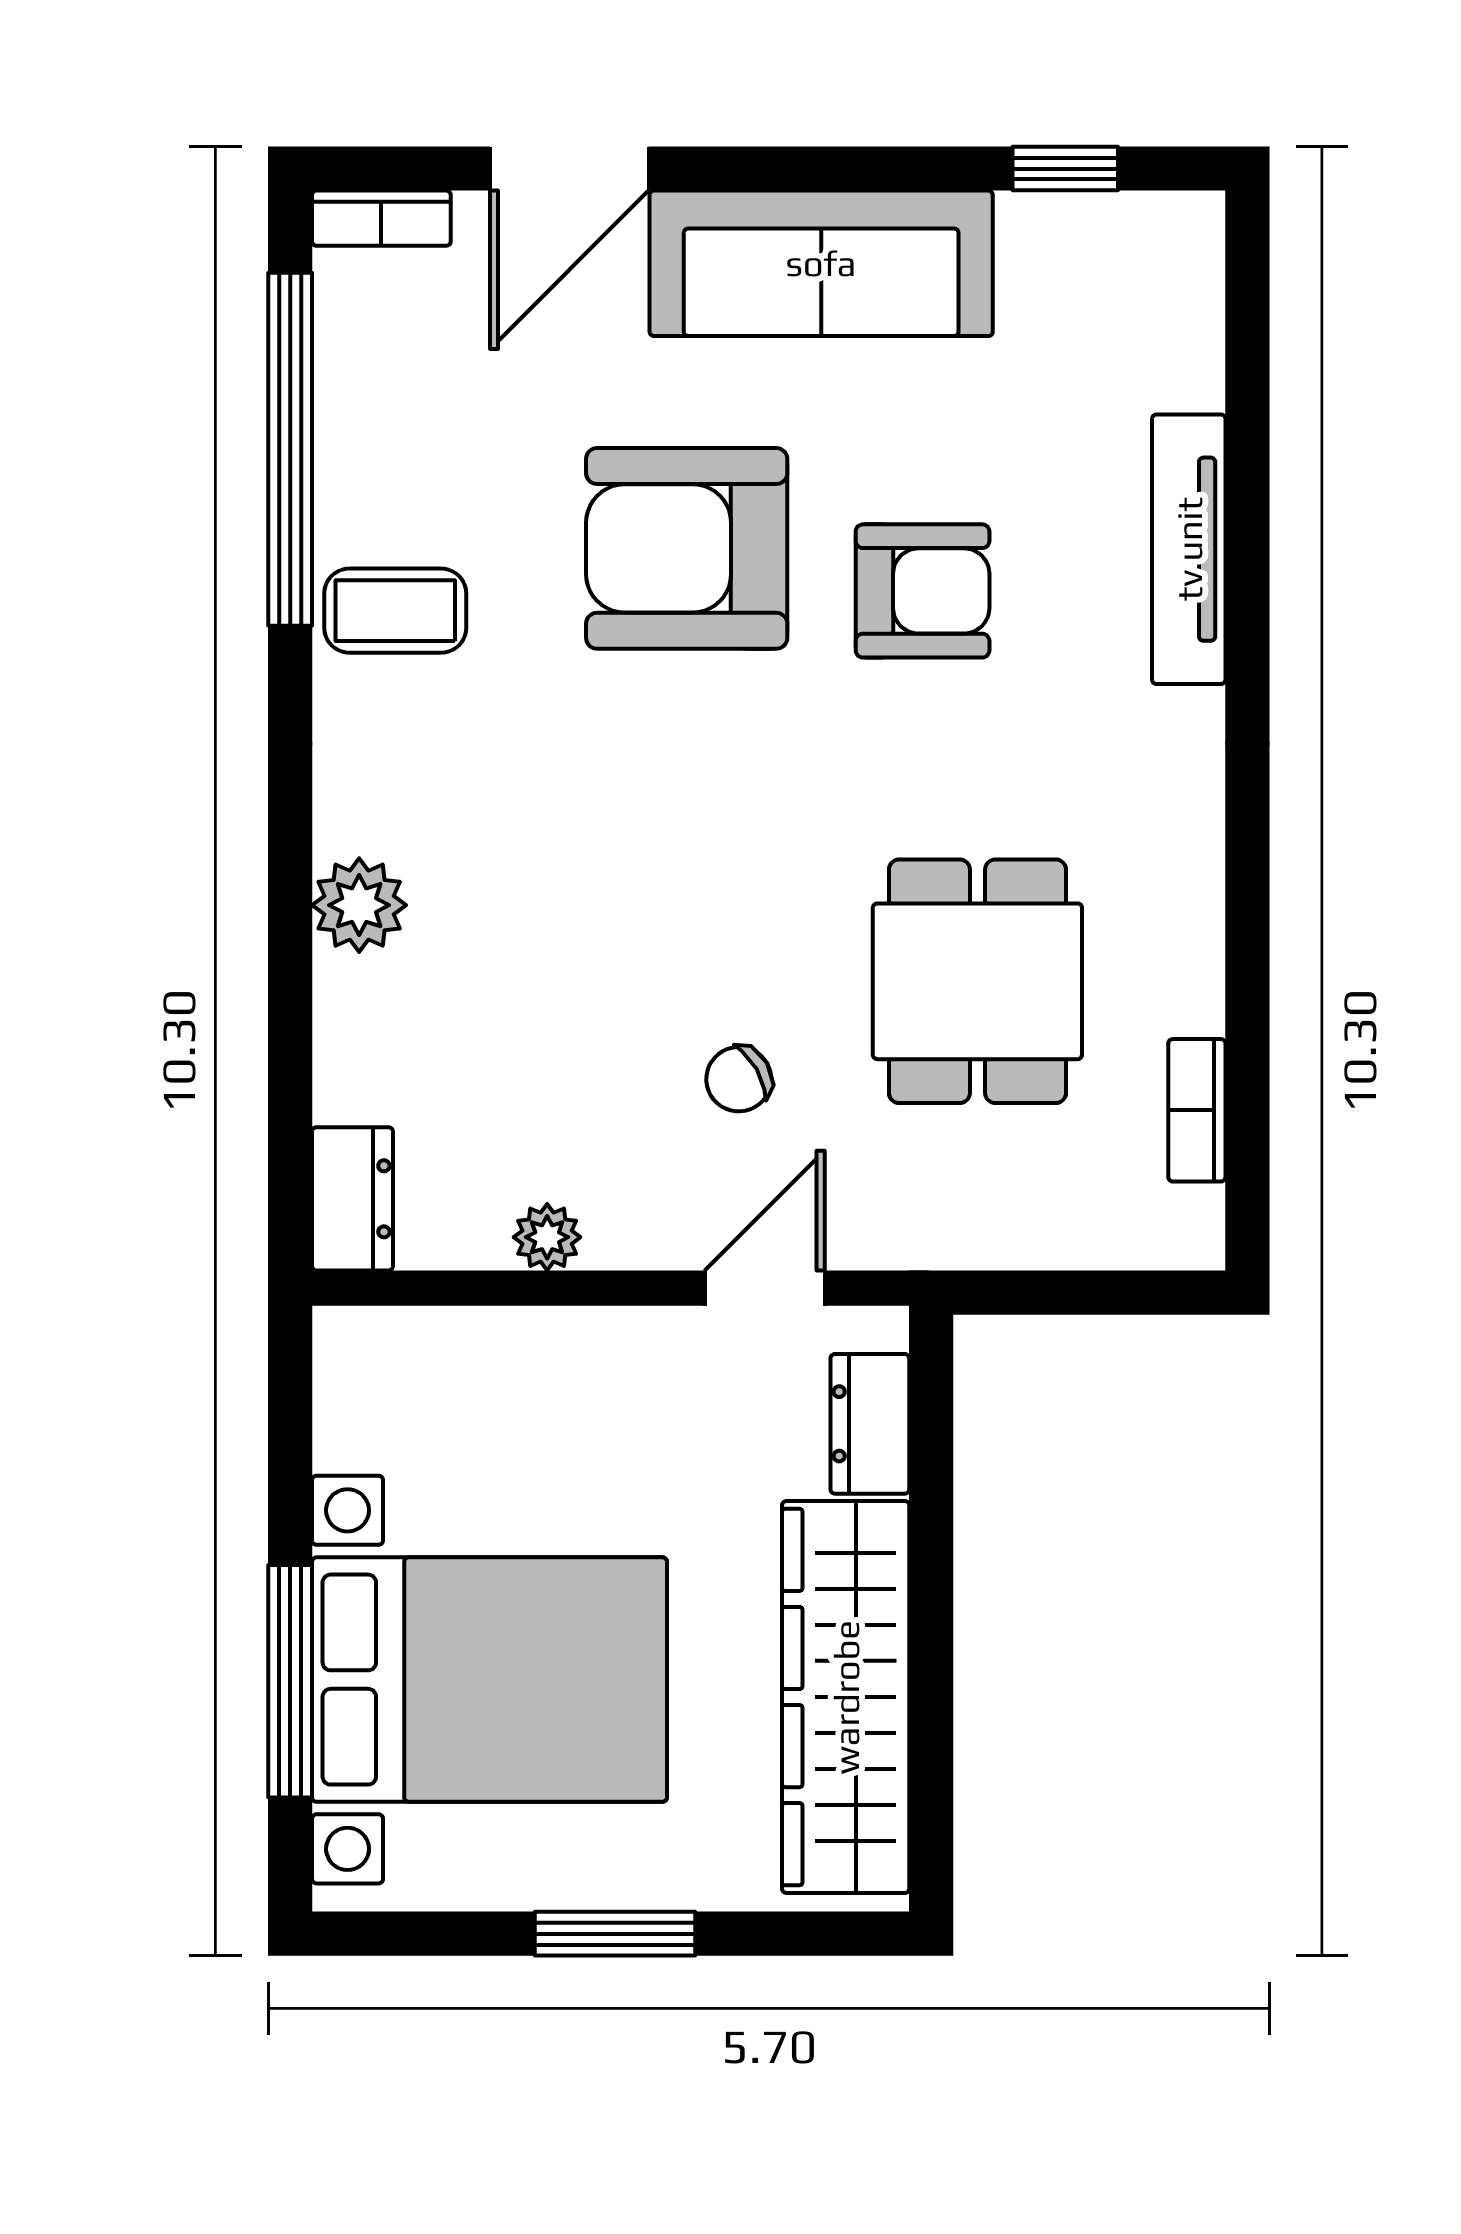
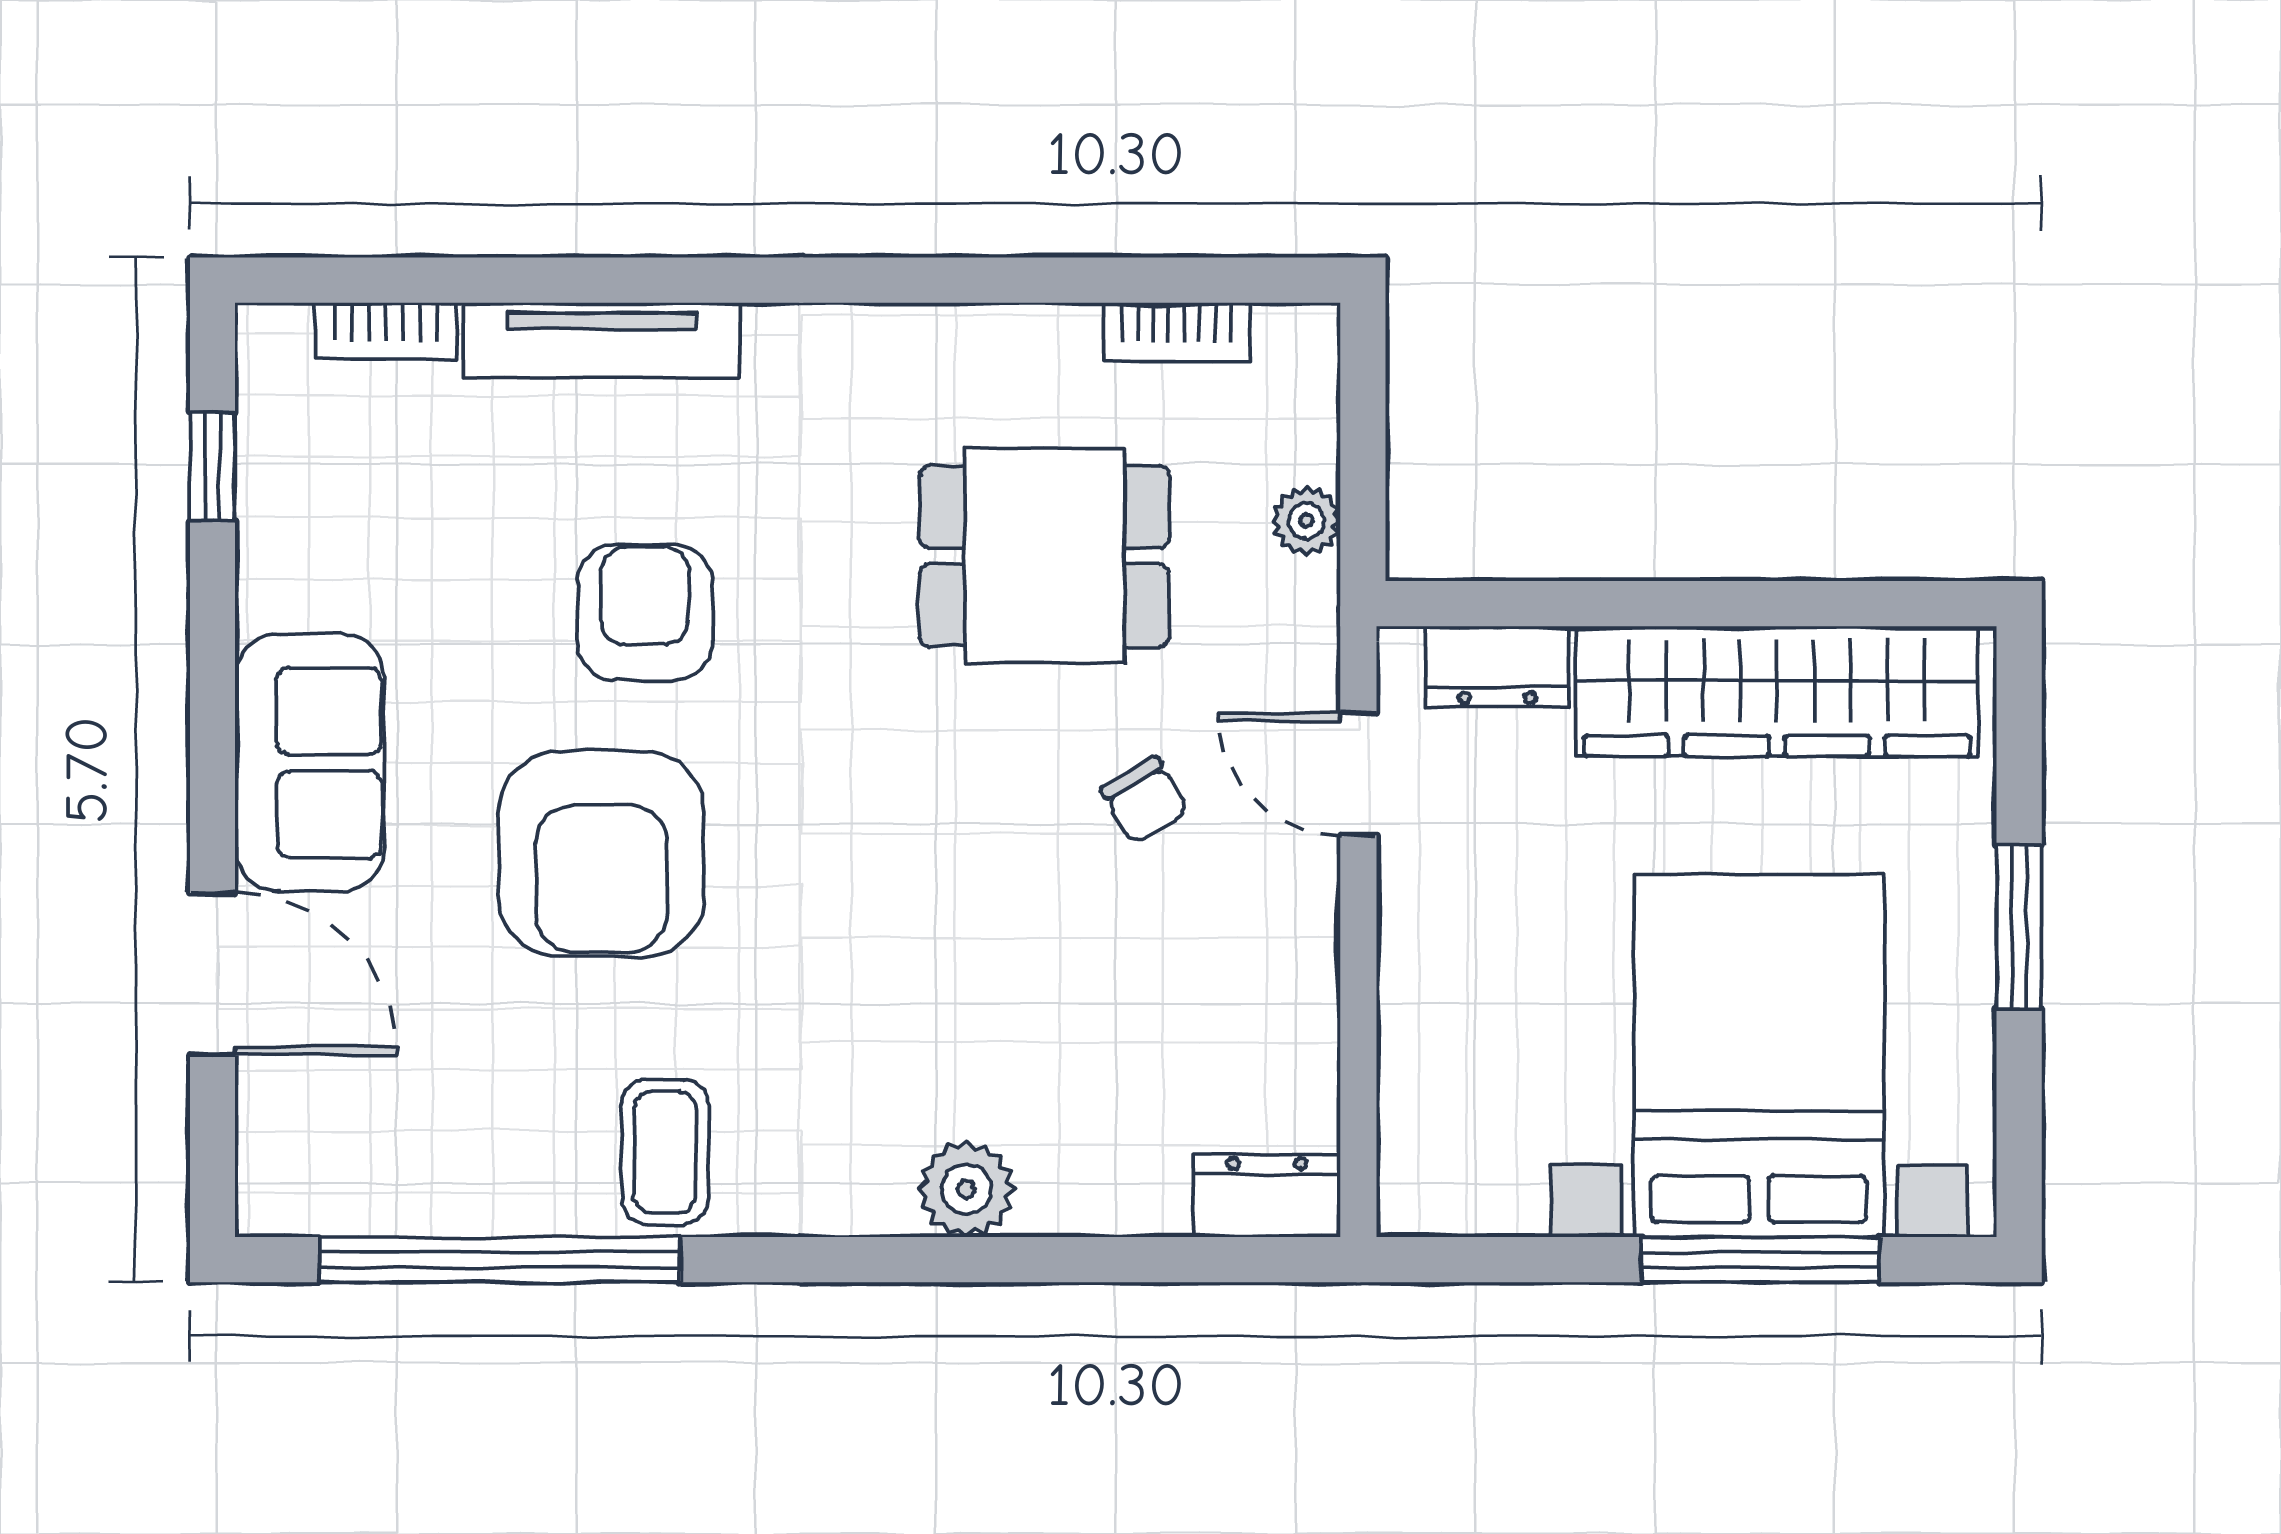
bookcase: (381, 218) -> (386, 331), moved, turned 90
sofa: (821, 263) -> (310, 763), width x0.73
plant: (547, 1237) -> (1306, 521), moved

